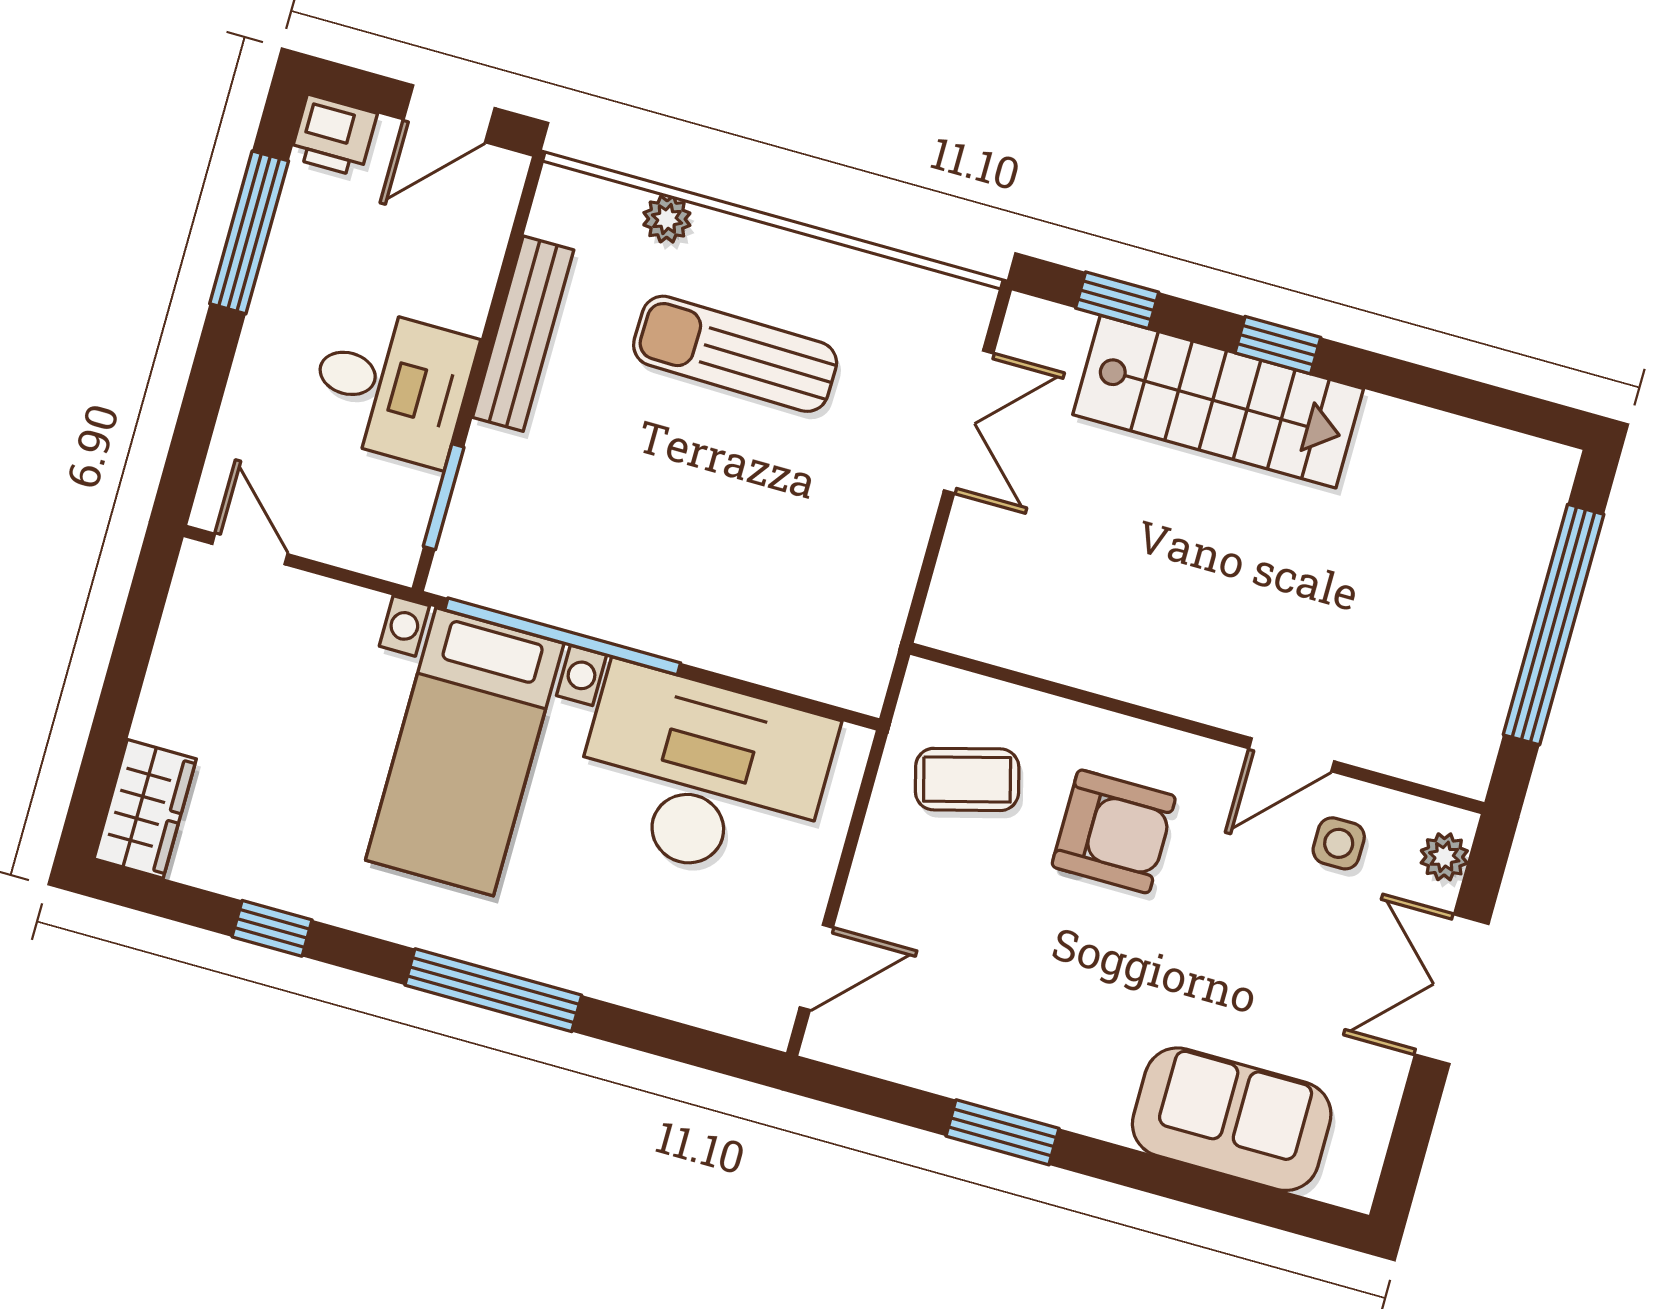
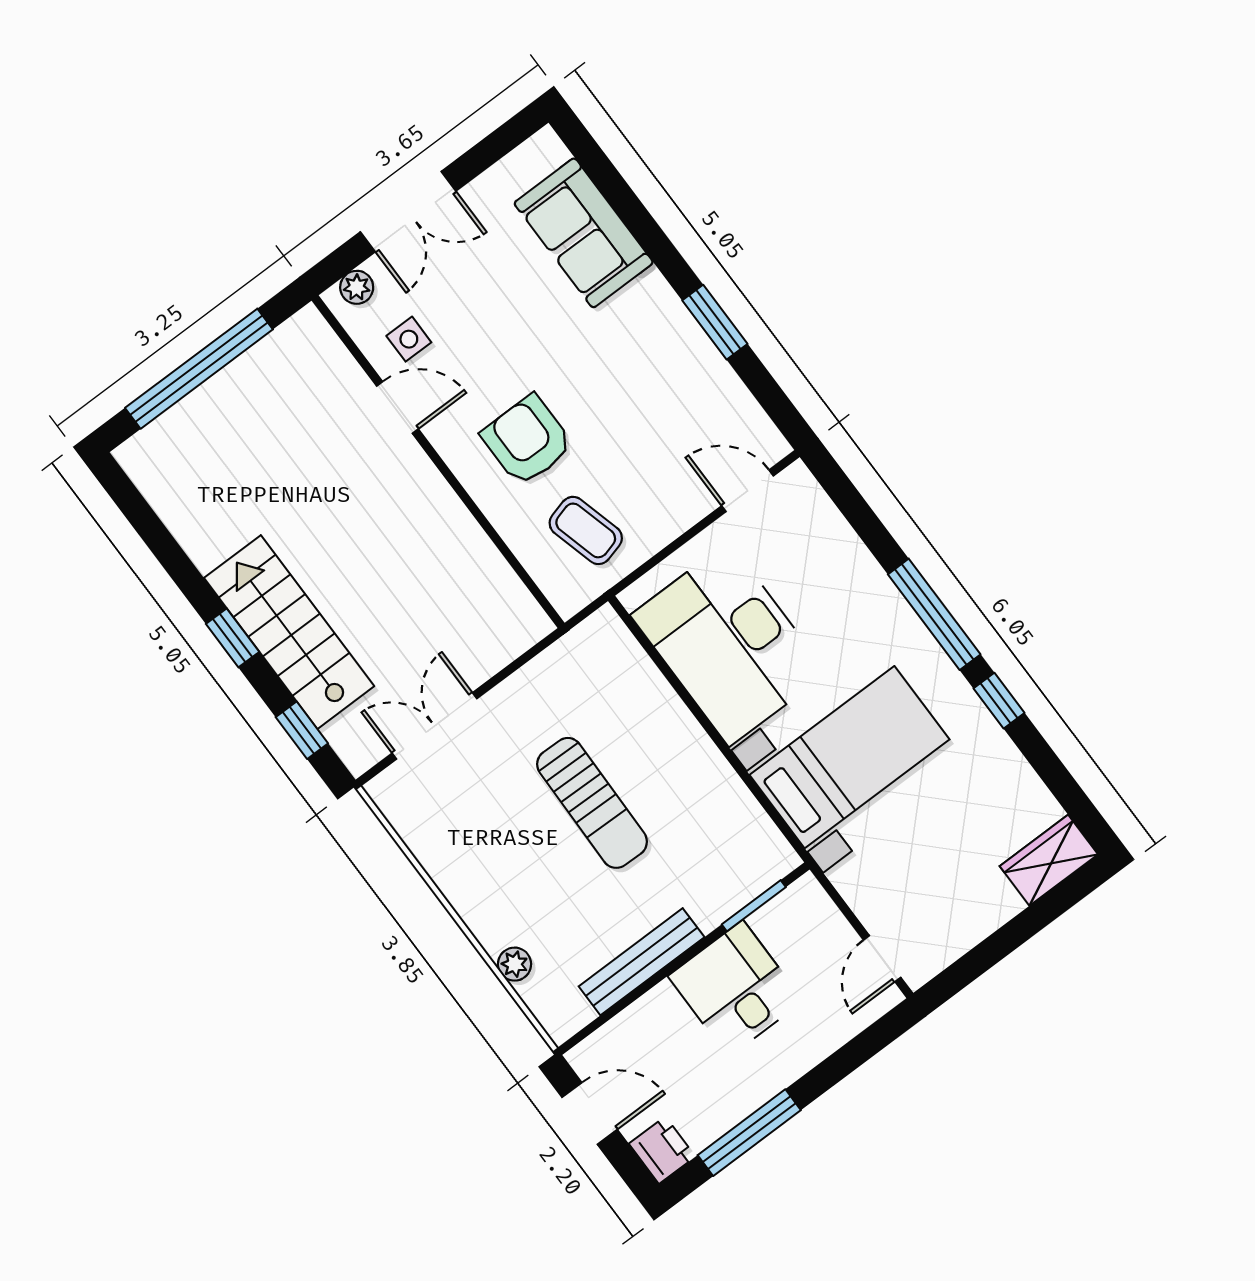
sun lounger: (735, 354) -> (592, 803), moved
window: (563, 636) -> (747, 779), removed
window: (272, 928) -> (999, 701), moved

